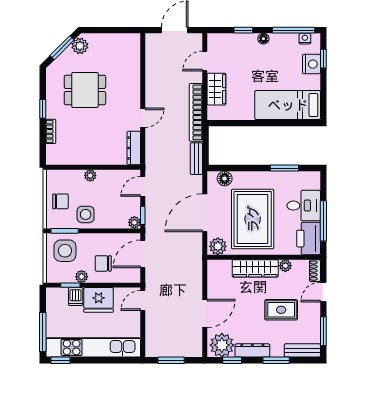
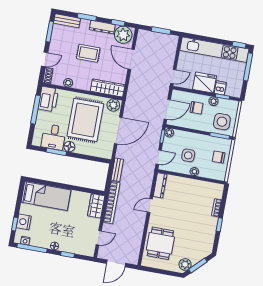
wardrobe: (216, 89) -> (96, 206), moved
dining table: (85, 90) -> (160, 243), moved, turned 90
floor lamp: (225, 179) -> (69, 147), moved
desk: (304, 206) -> (54, 137), moved, turned -90
side table: (86, 214) -> (188, 155), moved
wardrobe: (255, 268) -> (108, 88), moved
rug: (281, 310) -> (88, 53), moved
door: (205, 313) -> (131, 59), hinge flipped

